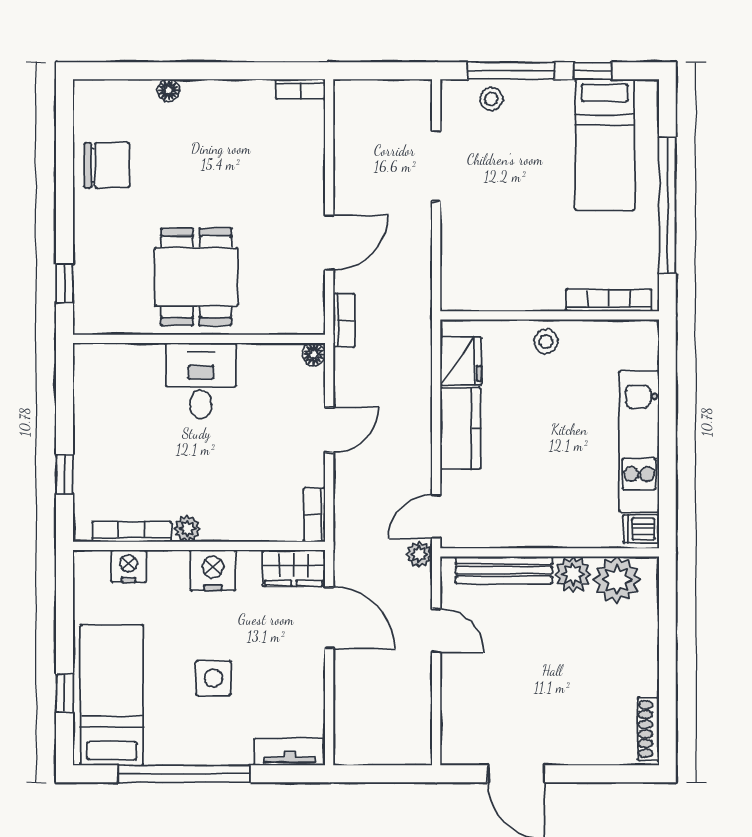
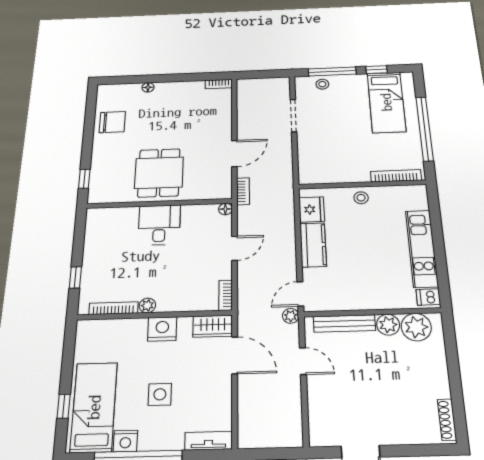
nightstand: (129, 566) -> (125, 441), moved, turned 180

